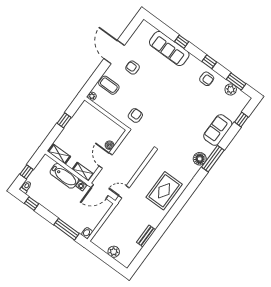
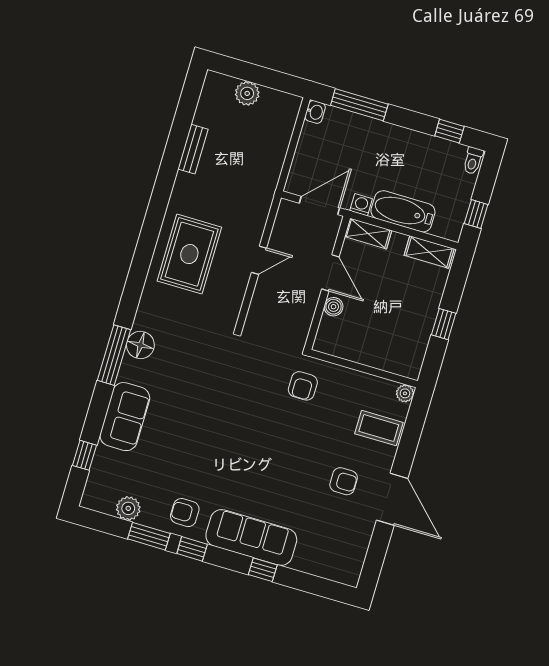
sofa: (169, 48) -> (251, 537), moved
window: (236, 82) -> (149, 536), moved
window: (27, 172) -> (476, 214), moved
door: (124, 192) -> (259, 260), moved

